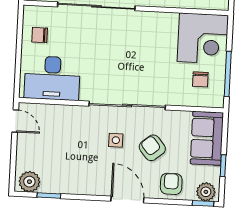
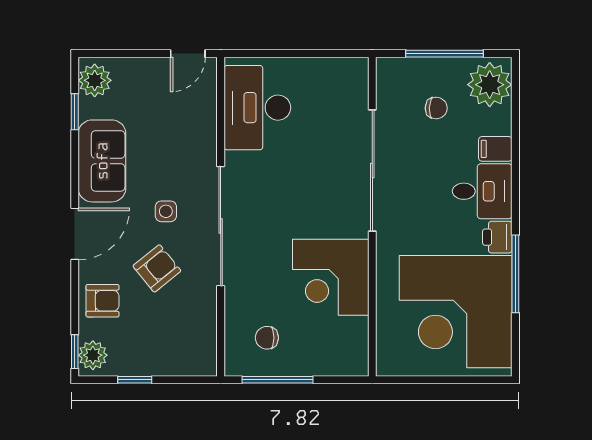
chair: (40, 35) -> (323, 85), removed
corner desk: (203, 38) -> (331, 277), moved
sofa: (207, 138) -> (102, 161), moved, turned 90

